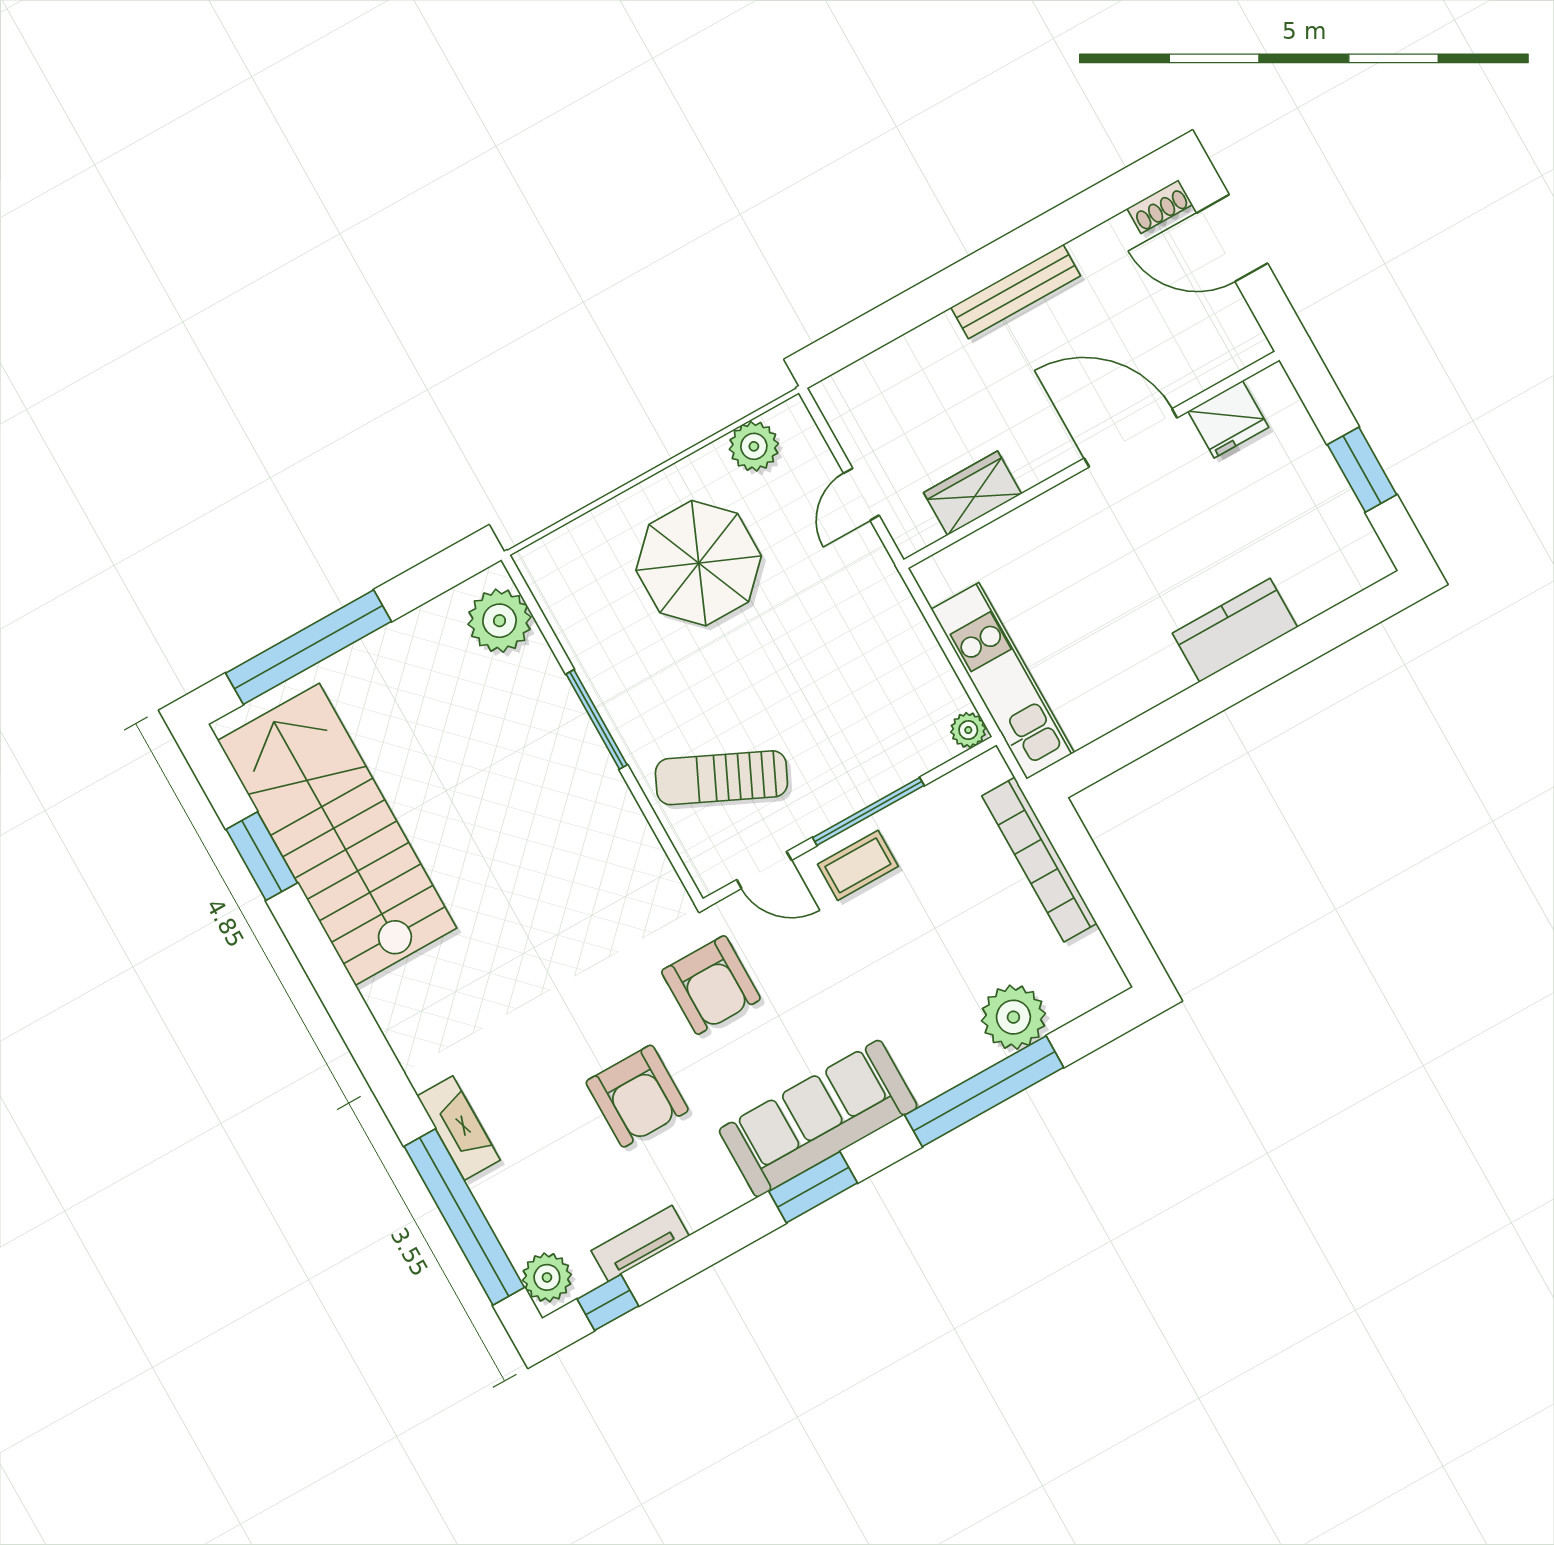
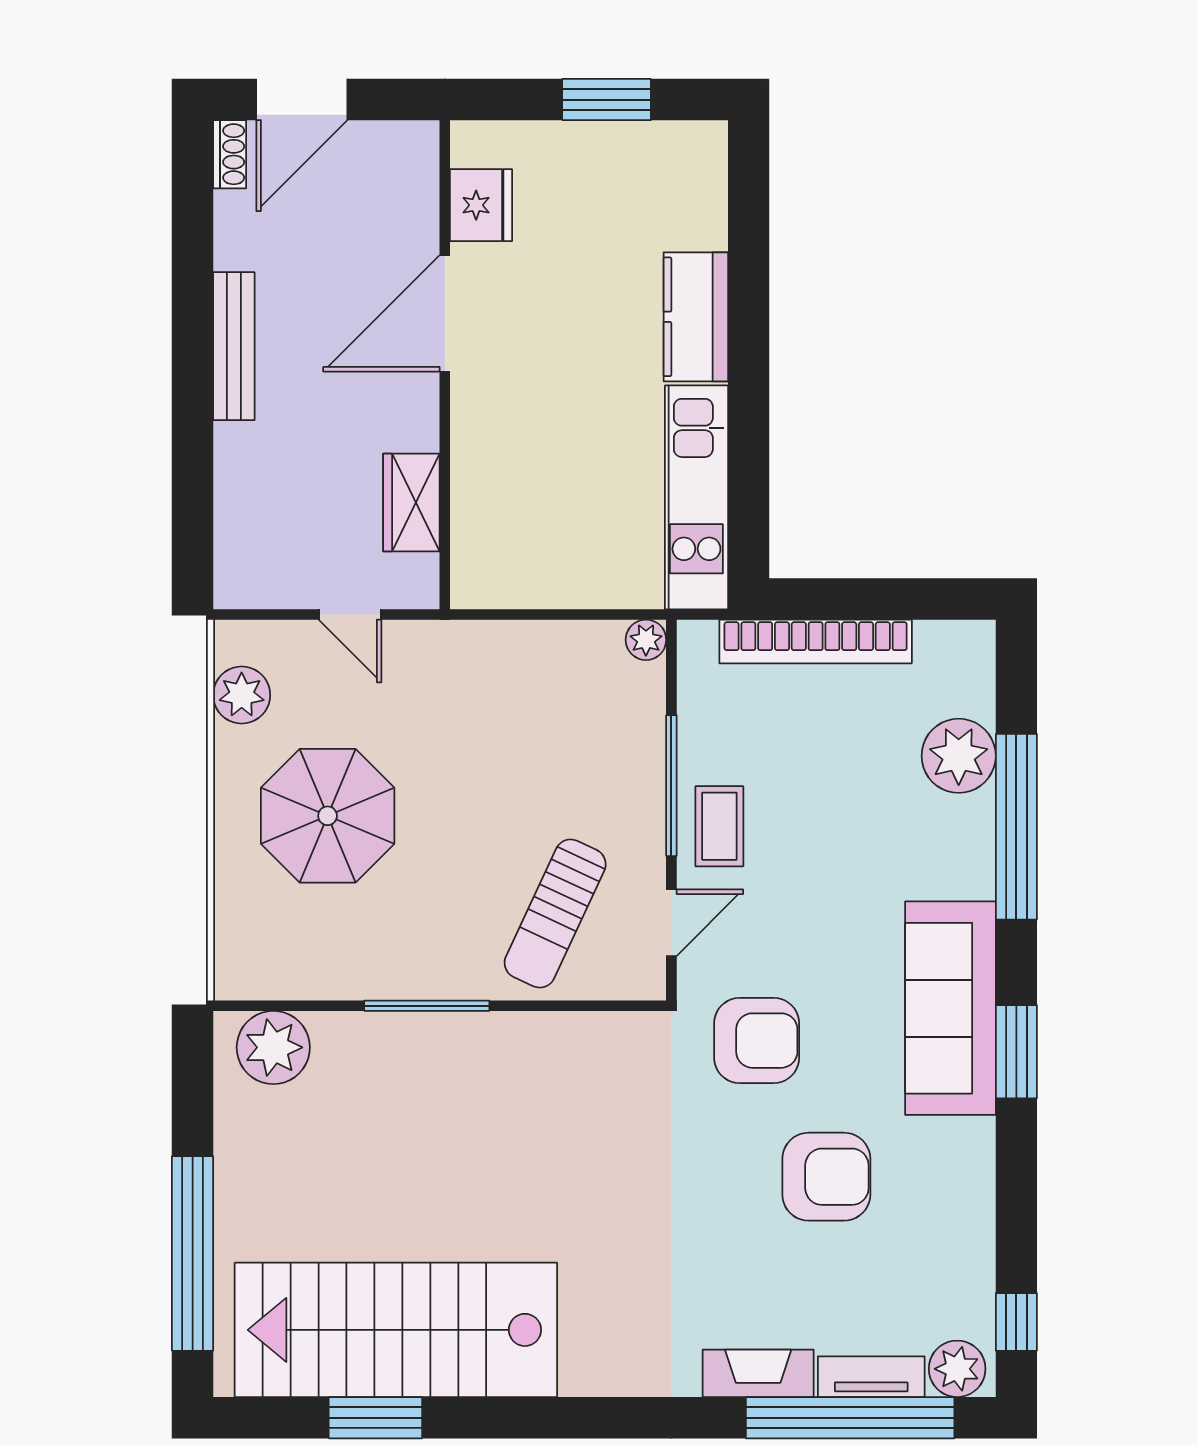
kitchen unit: (1003, 681) -> (696, 497), moved, turned -90
tv unit: (640, 1243) -> (871, 1377), moved, turned 90

